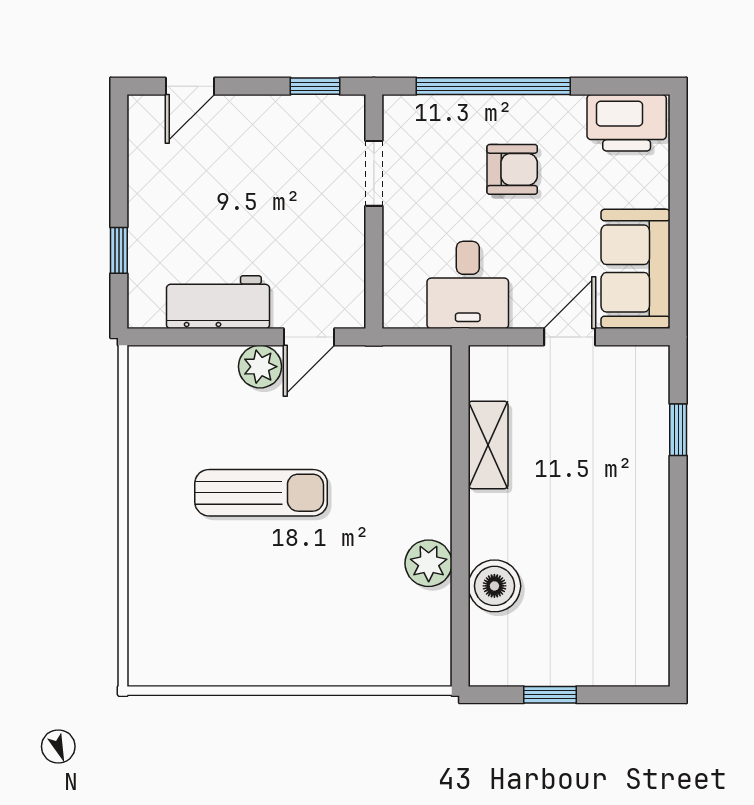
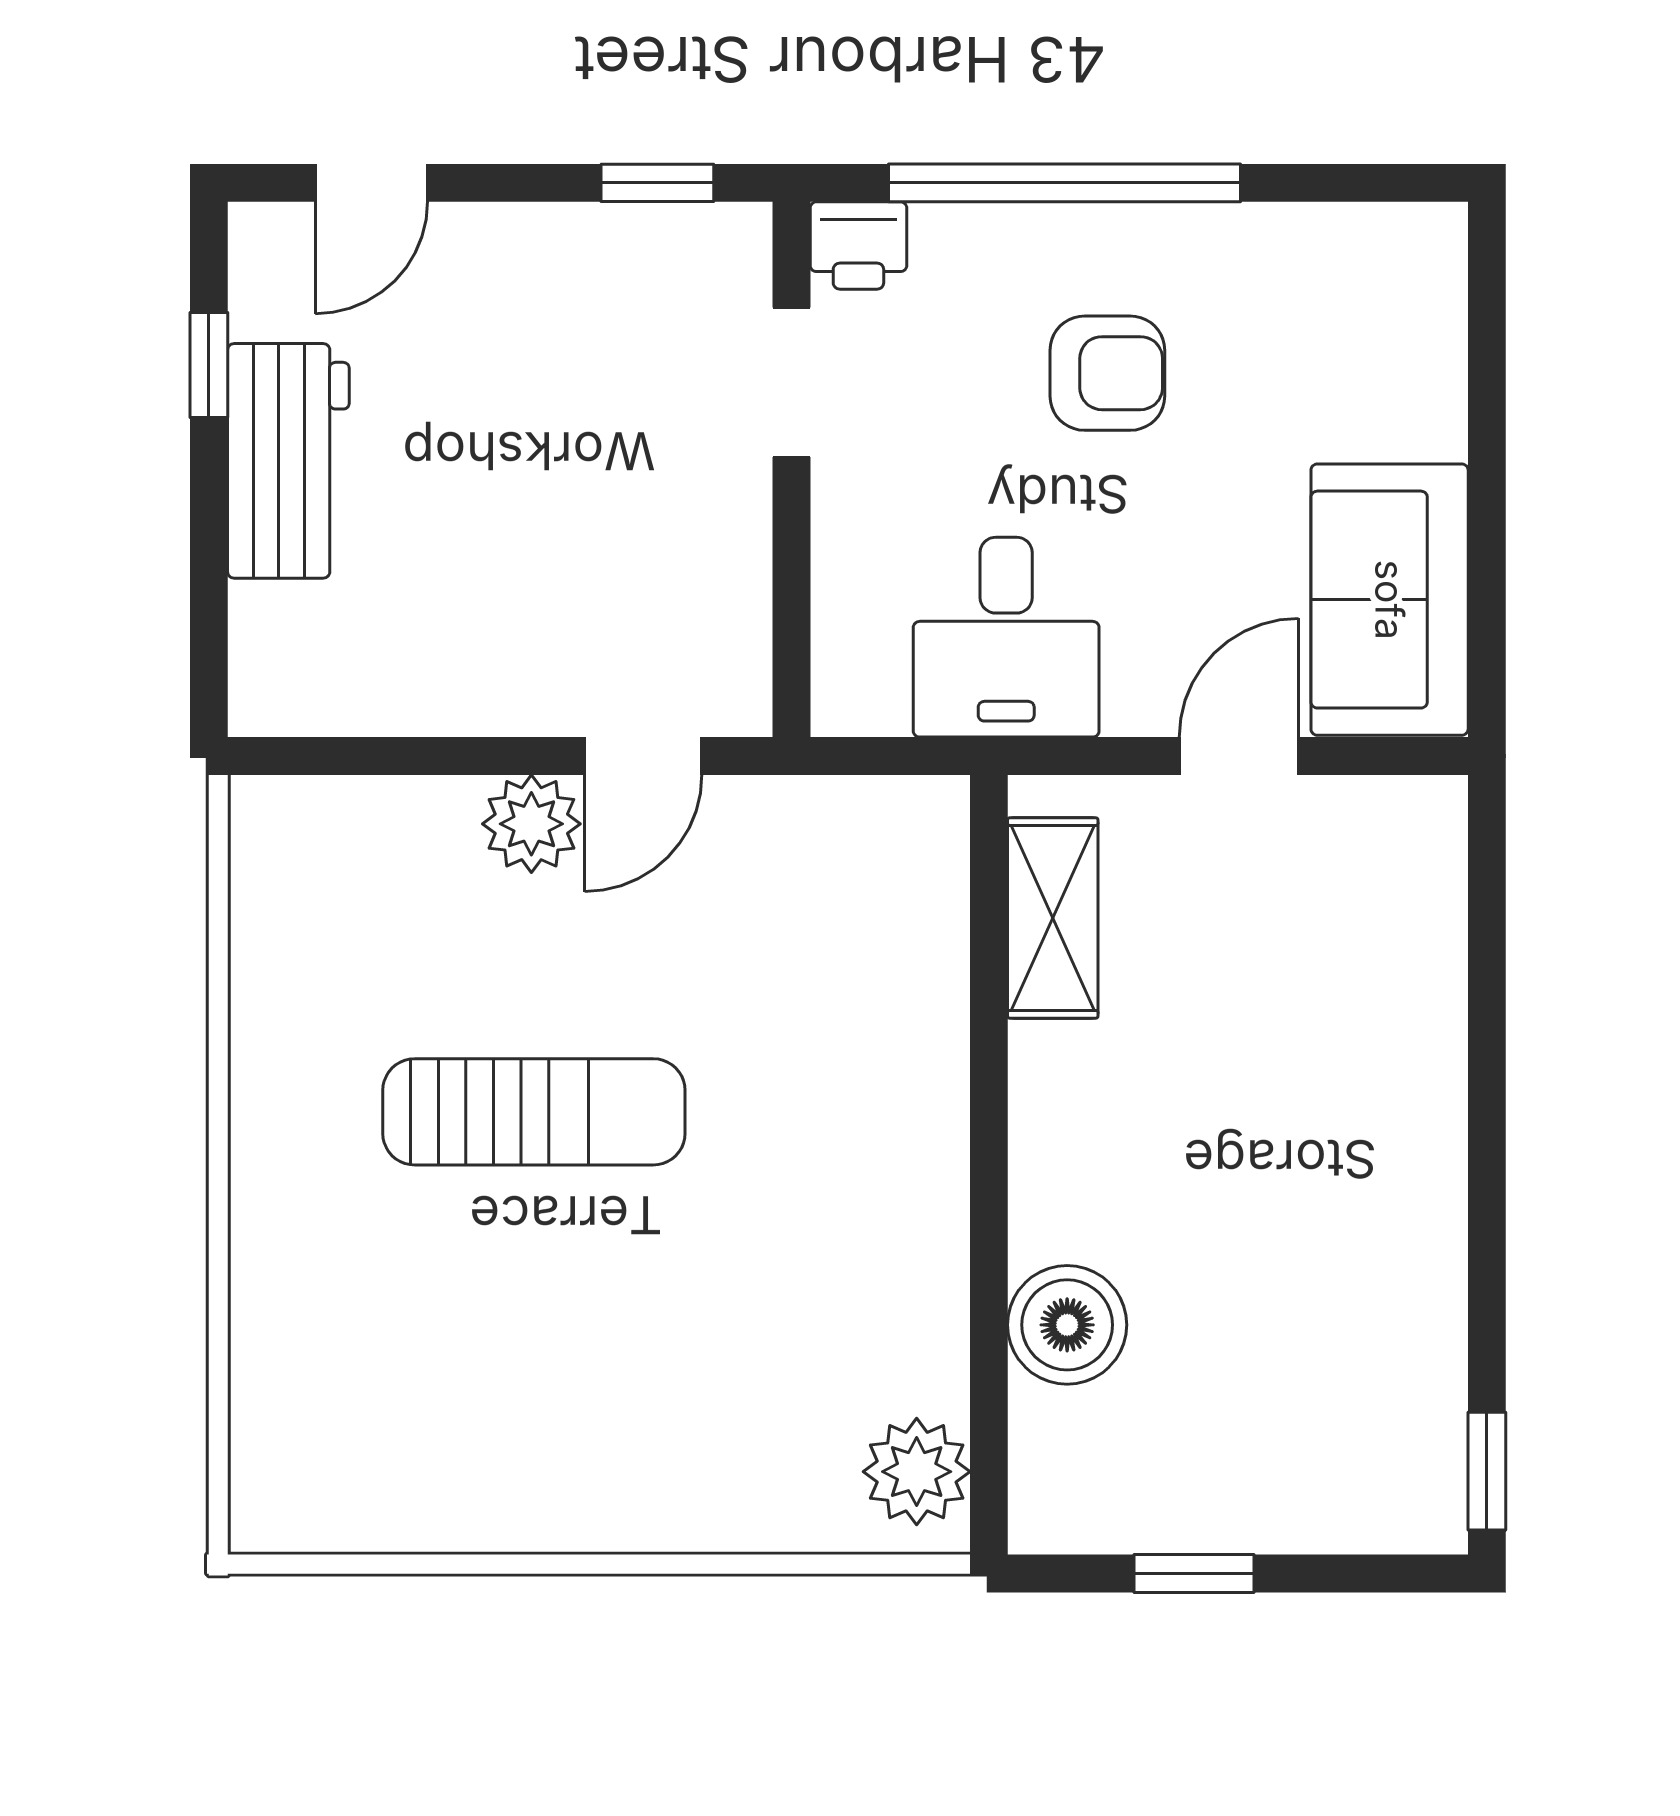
printer: (627, 123) -> (858, 245), moved, width x0.53, depth x0.68
window: (119, 250) -> (209, 365), moved
workbench: (218, 302) -> (288, 461), moved, turned 90
window: (678, 430) -> (1487, 1471), moved
shelving: (488, 445) -> (1053, 918), moved
plant: (429, 563) -> (917, 1472), moved

